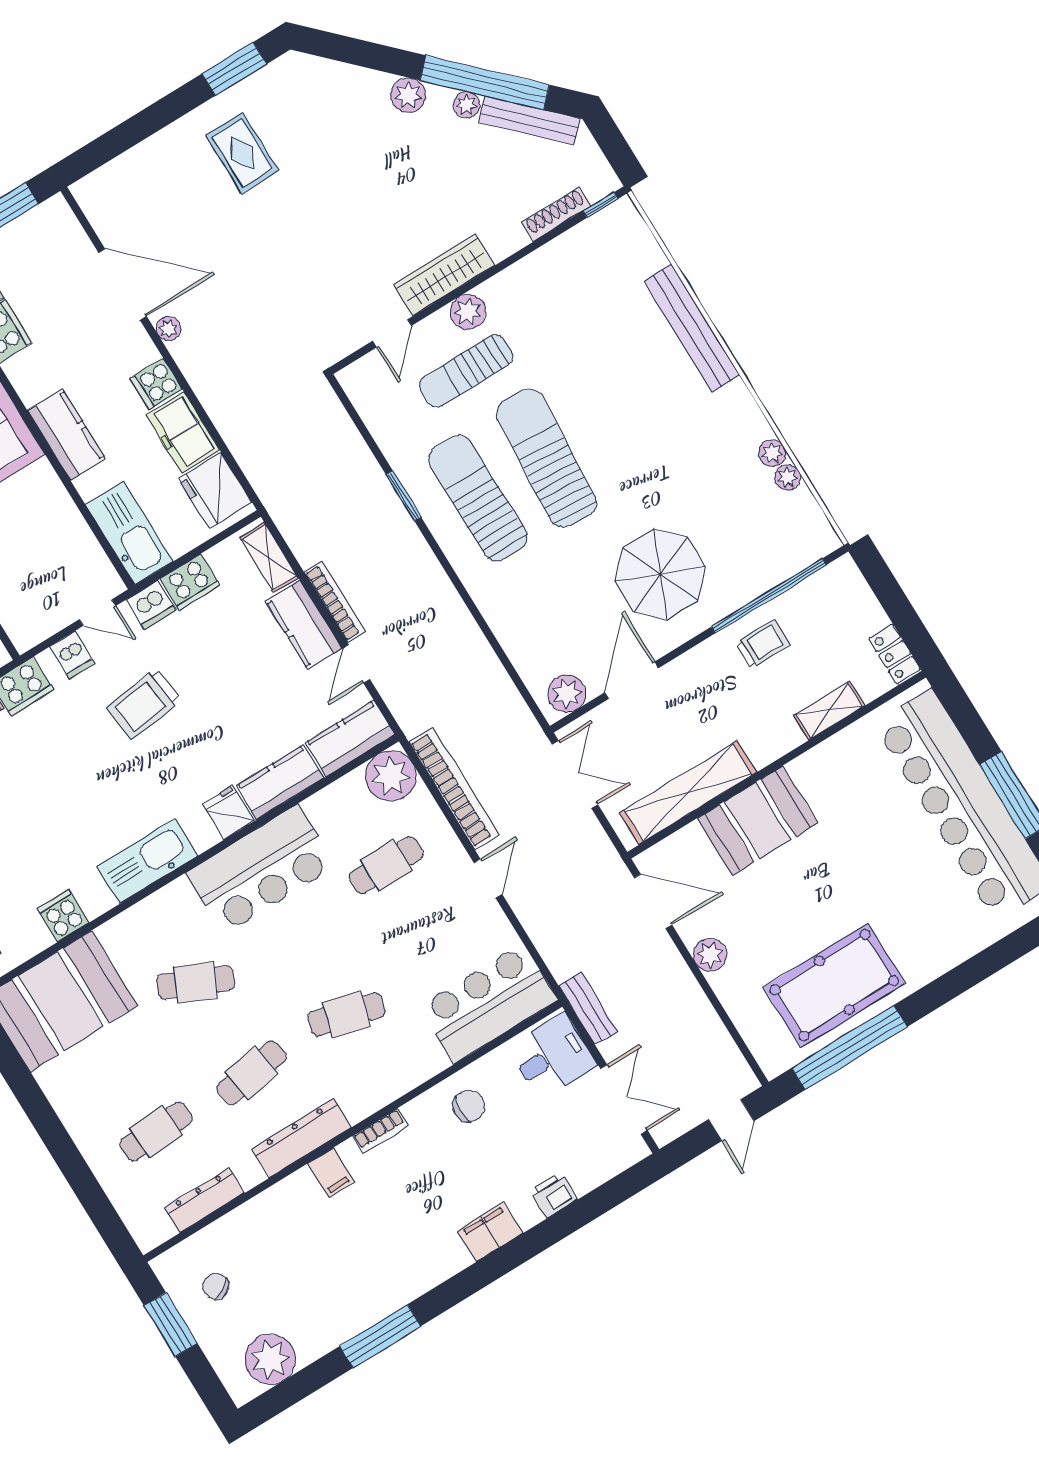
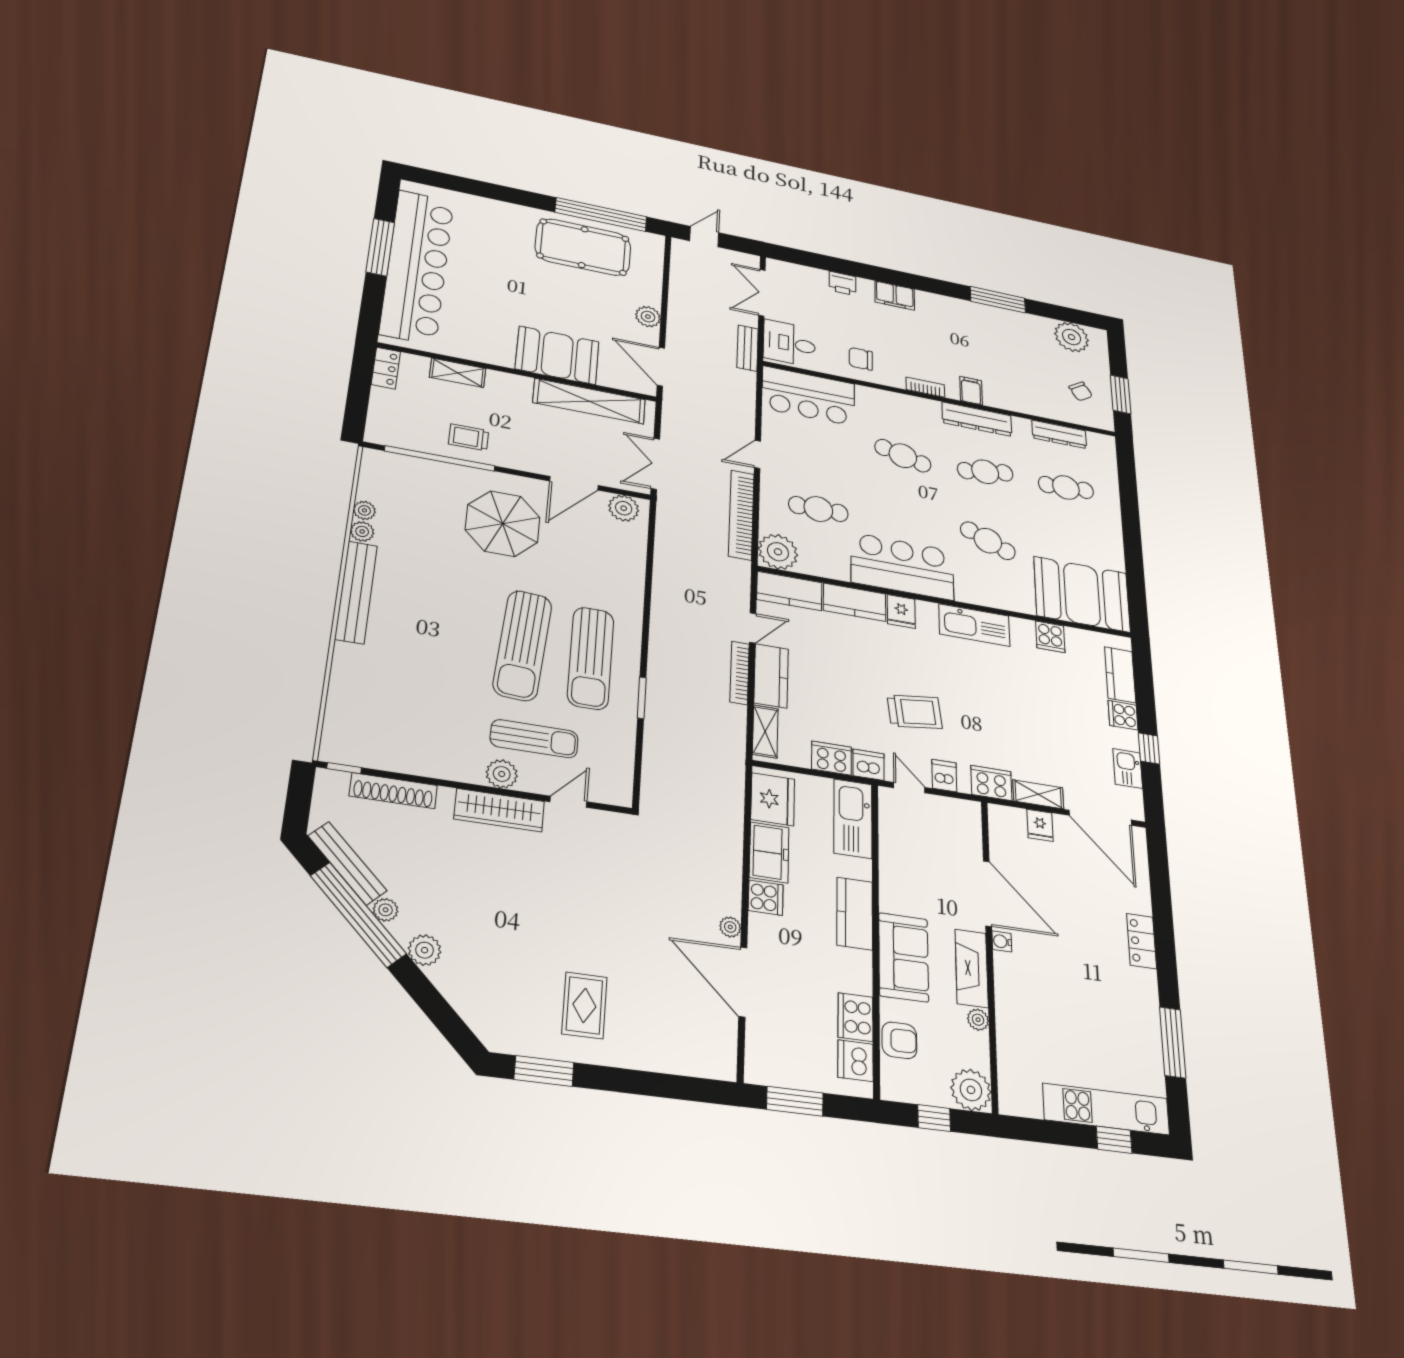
shoe rack: (556, 214) -> (393, 791), width x1.36, depth x1.24
bench: (692, 328) -> (356, 592), moved

